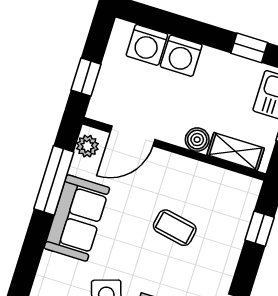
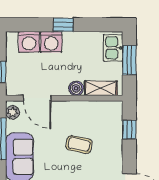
window: (249, 48) -> (63, 25), moved
door: (132, 136) -> (37, 98), hinge flipped

